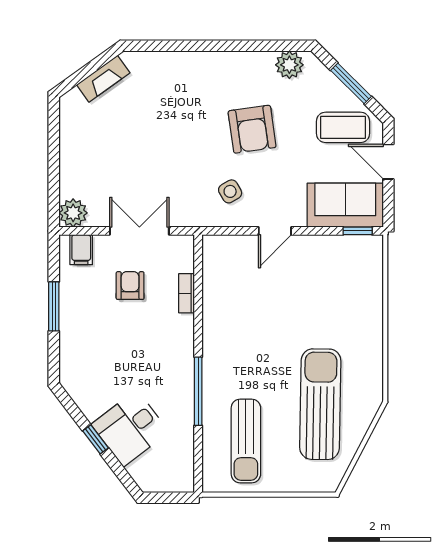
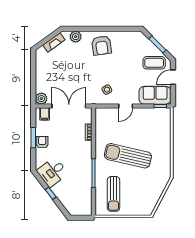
plant: (289, 65) -> (76, 37), moved
armchair: (252, 129) -> (102, 45), moved
door: (388, 162) -> (173, 77), hinge flipped
double door: (139, 231) -> (69, 106), width x1.37
armchair: (130, 286) -> (42, 142), moved
sun lounger: (320, 404) -> (128, 156), moved, turned -78
desk: (130, 428) -> (52, 172), moved

